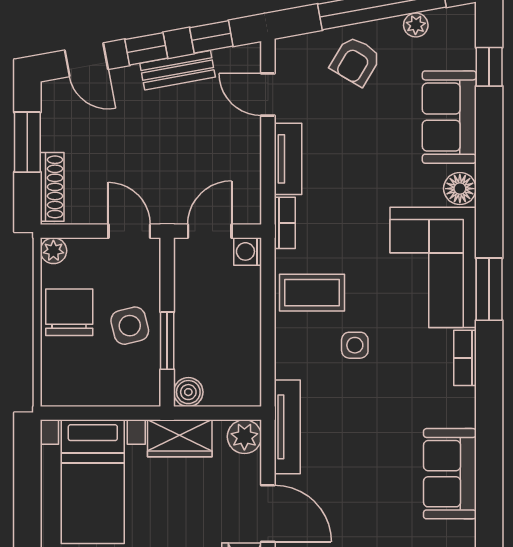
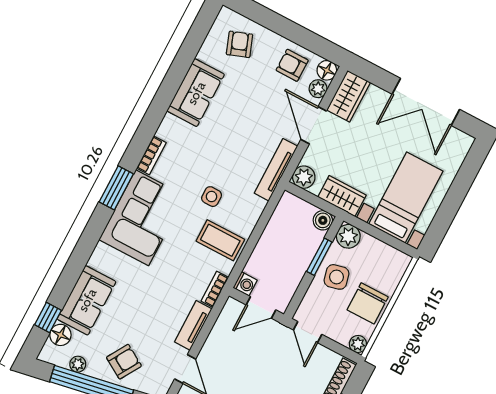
floor lamp: (460, 189) -> (60, 335), moved
plant: (143, 389) -> (348, 236), added

